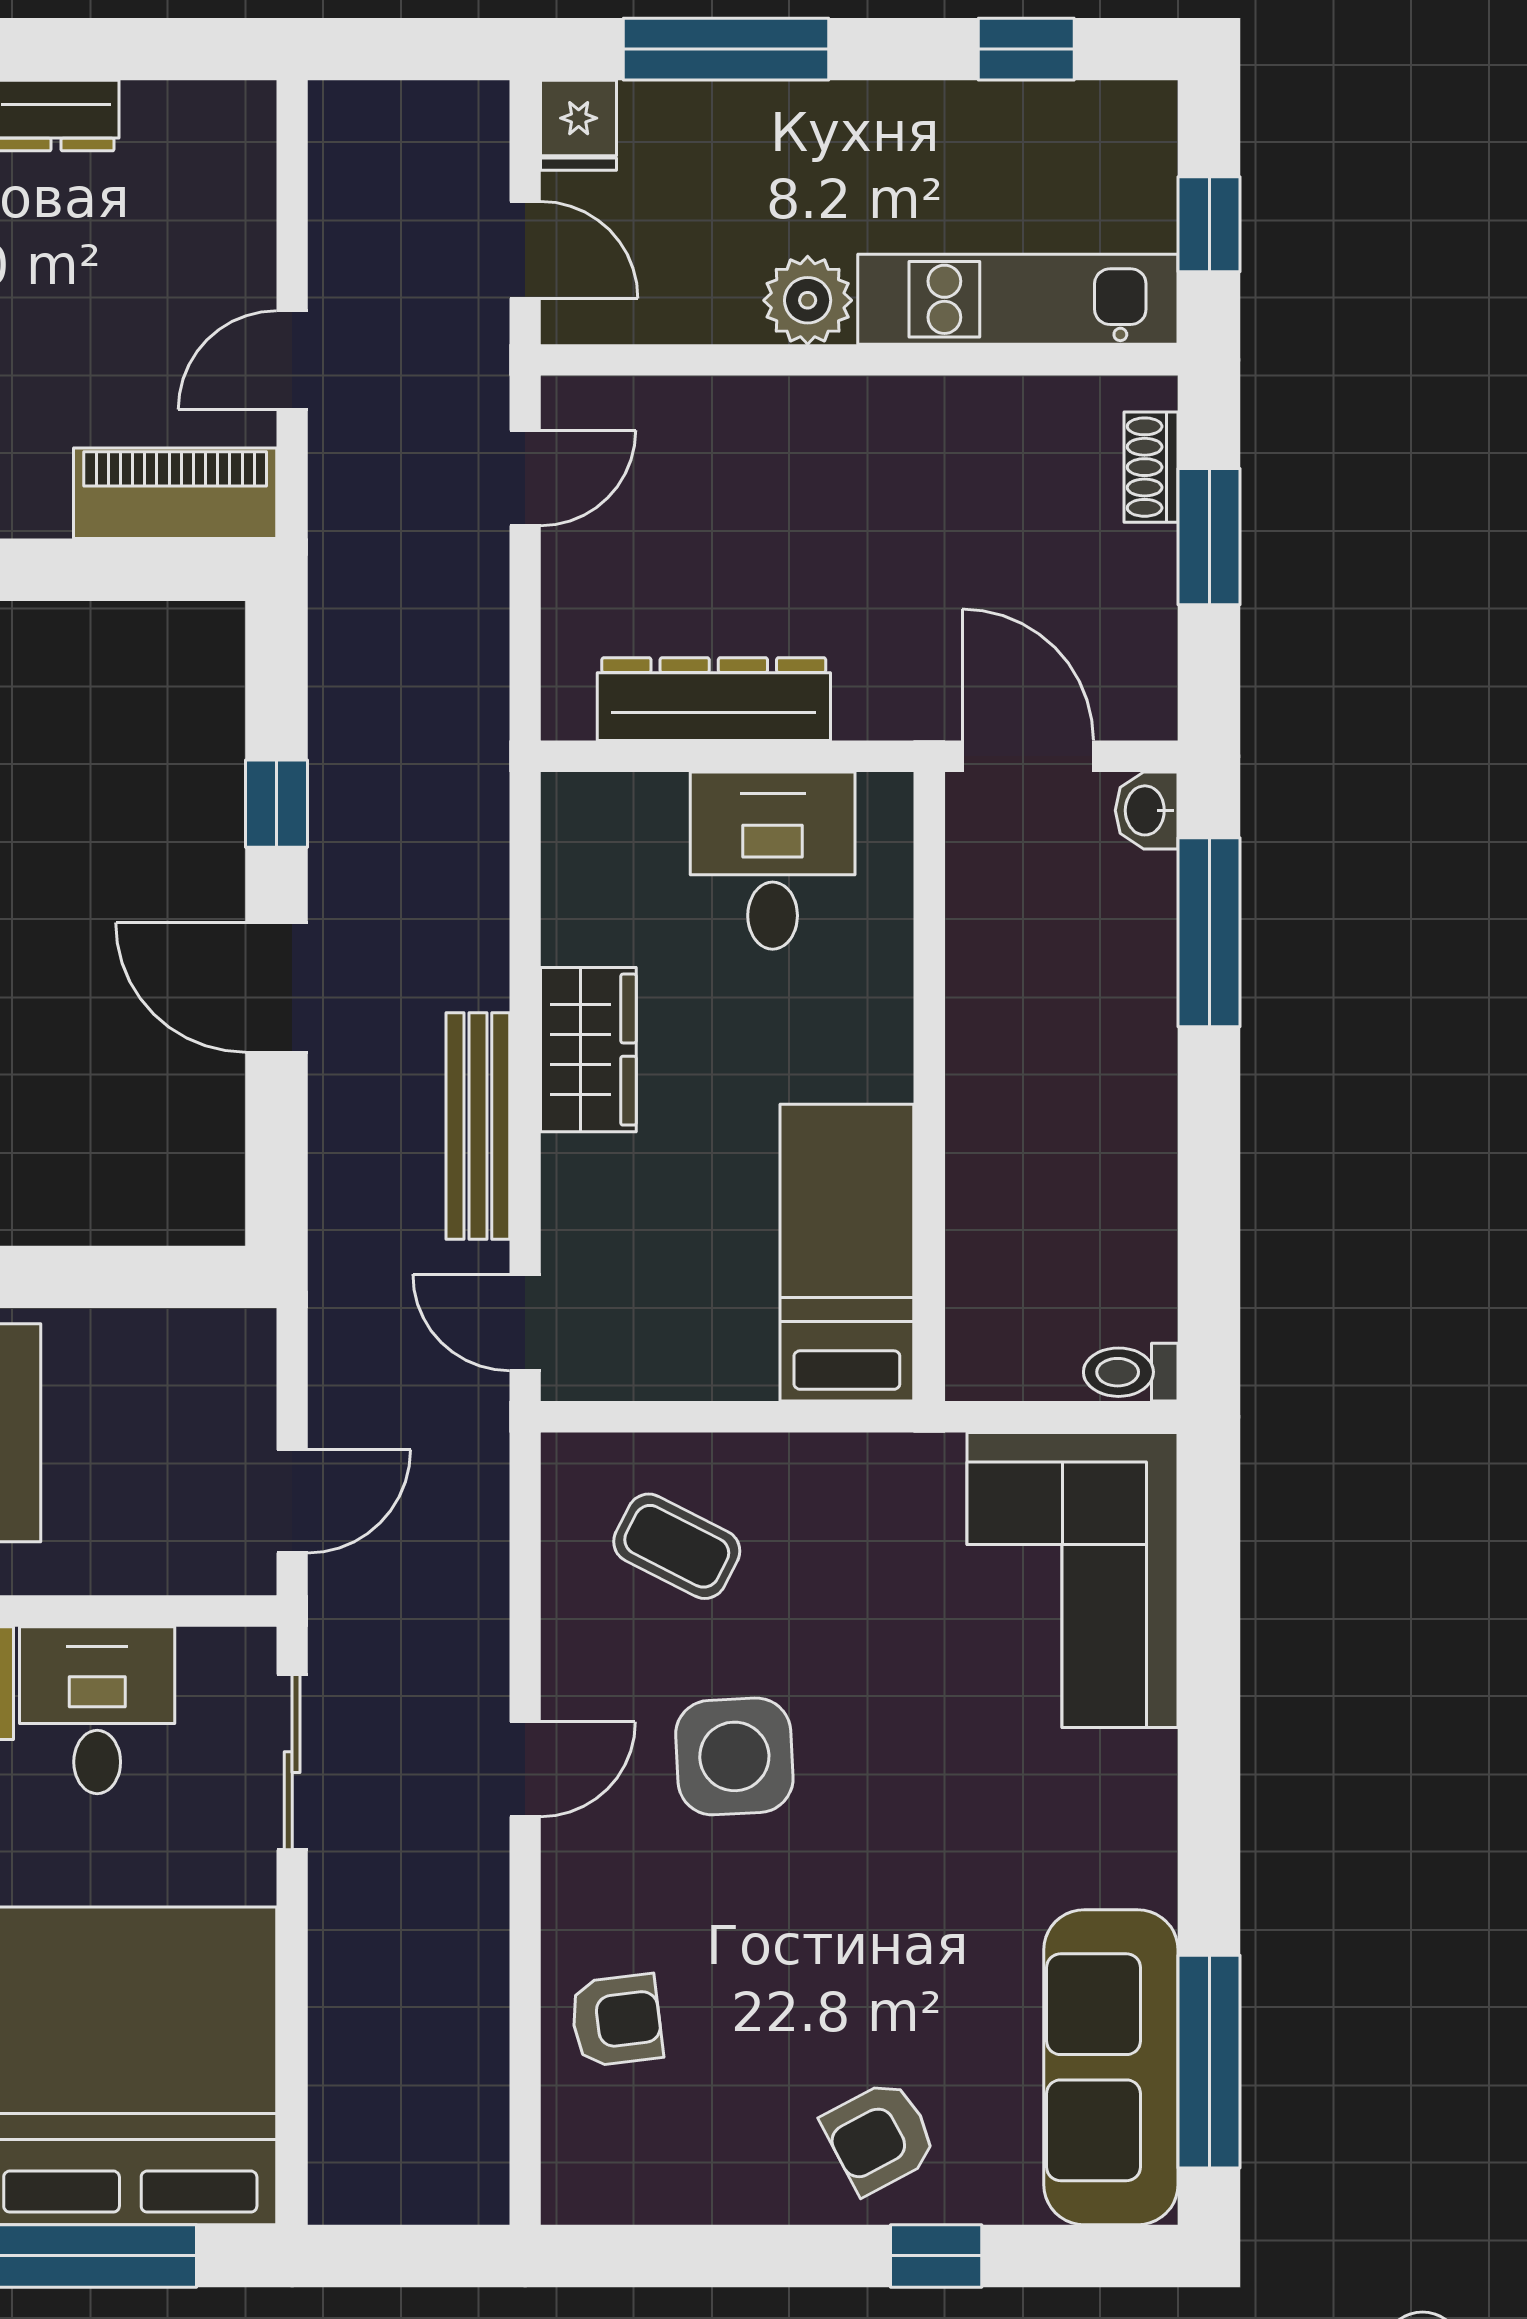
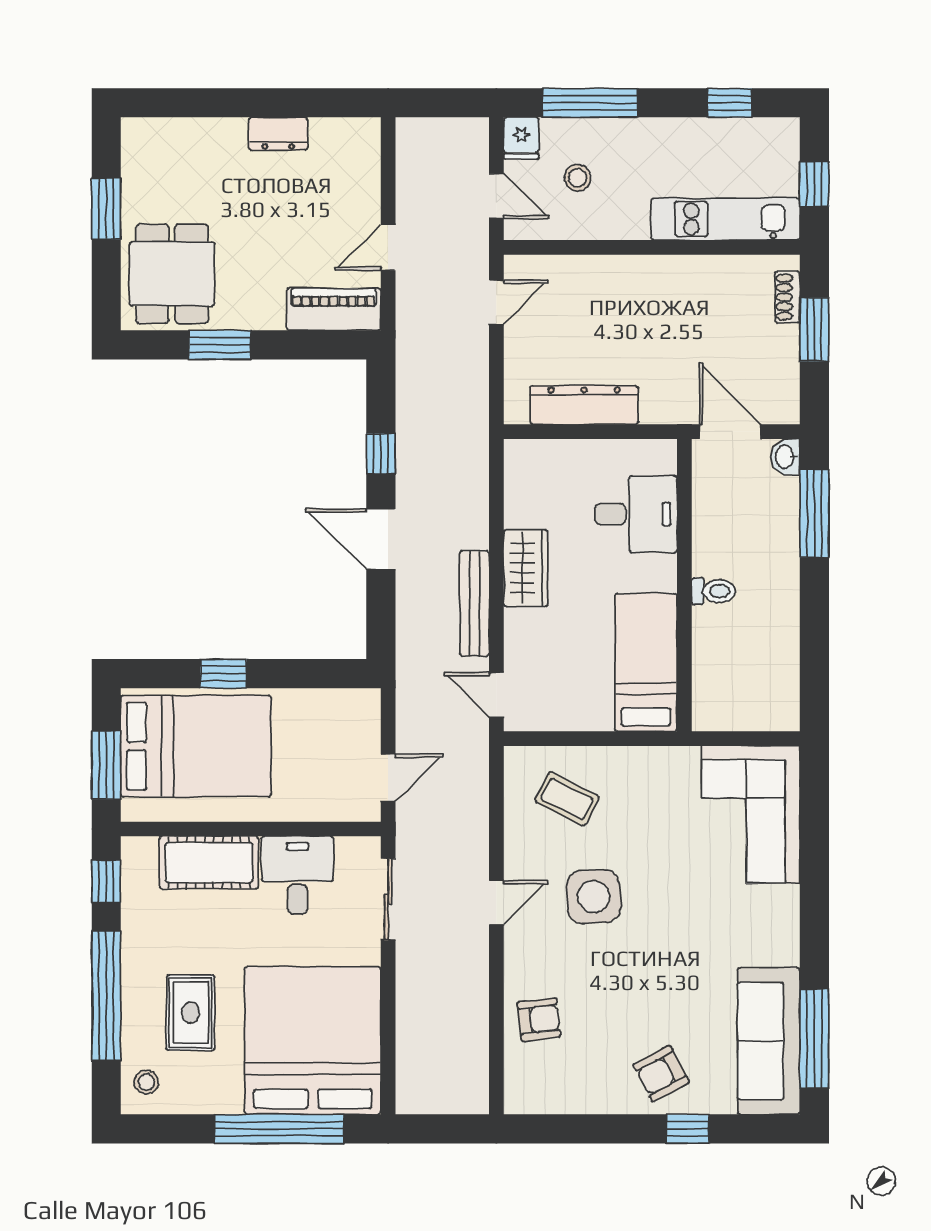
stool: (700, 211) -> (578, 178), added
plant: (808, 300) -> (628, 220), removed
desk: (773, 861) -> (636, 514), moved, turned 90
toilet: (1131, 1372) -> (713, 591), moved, turned 180

